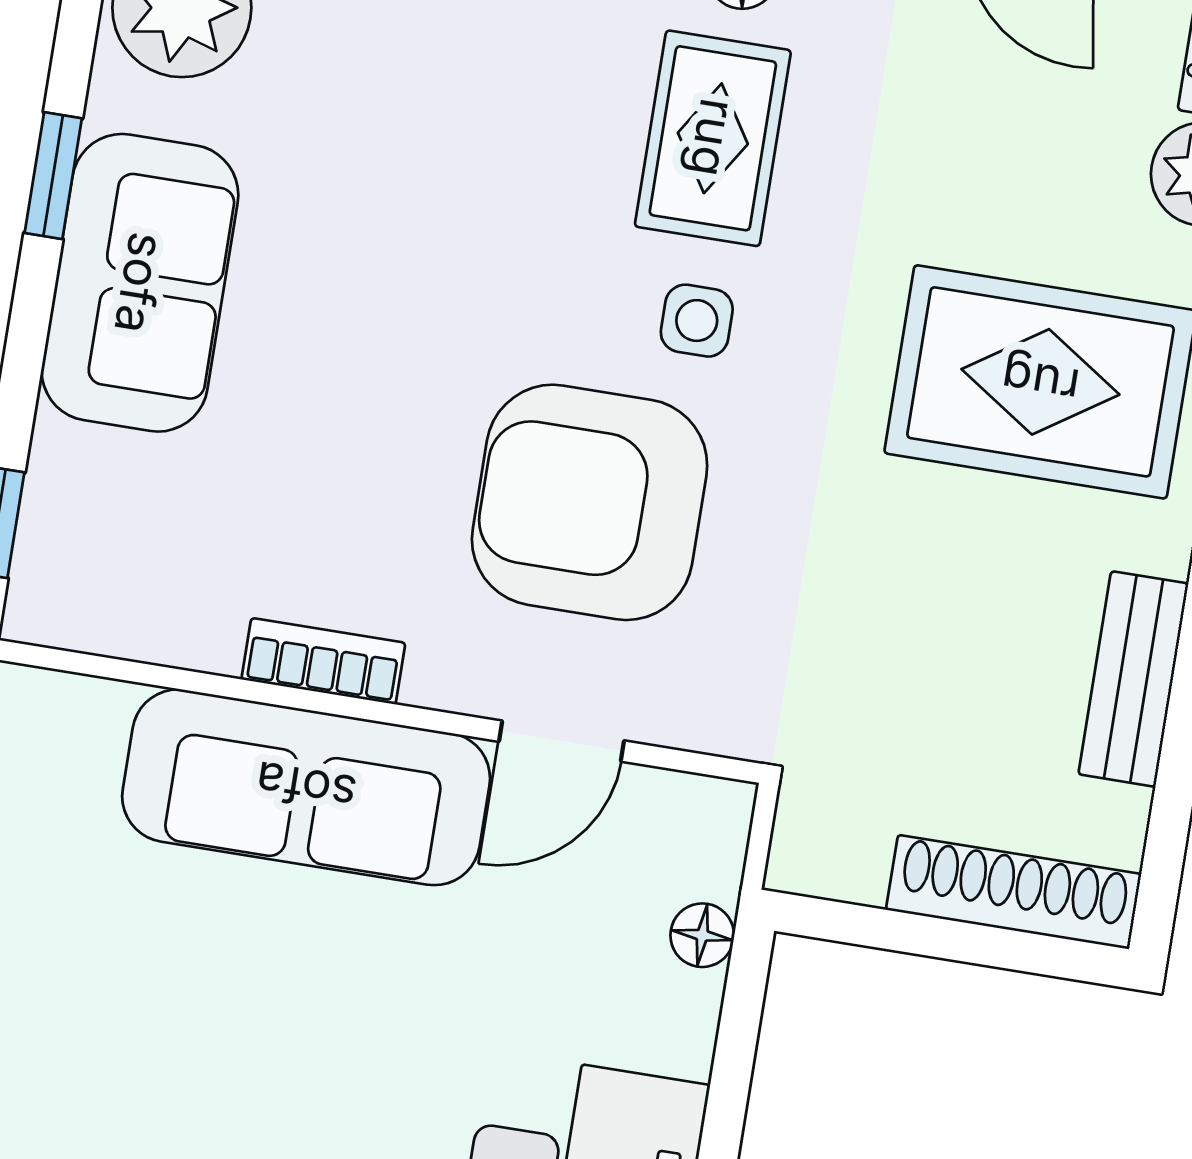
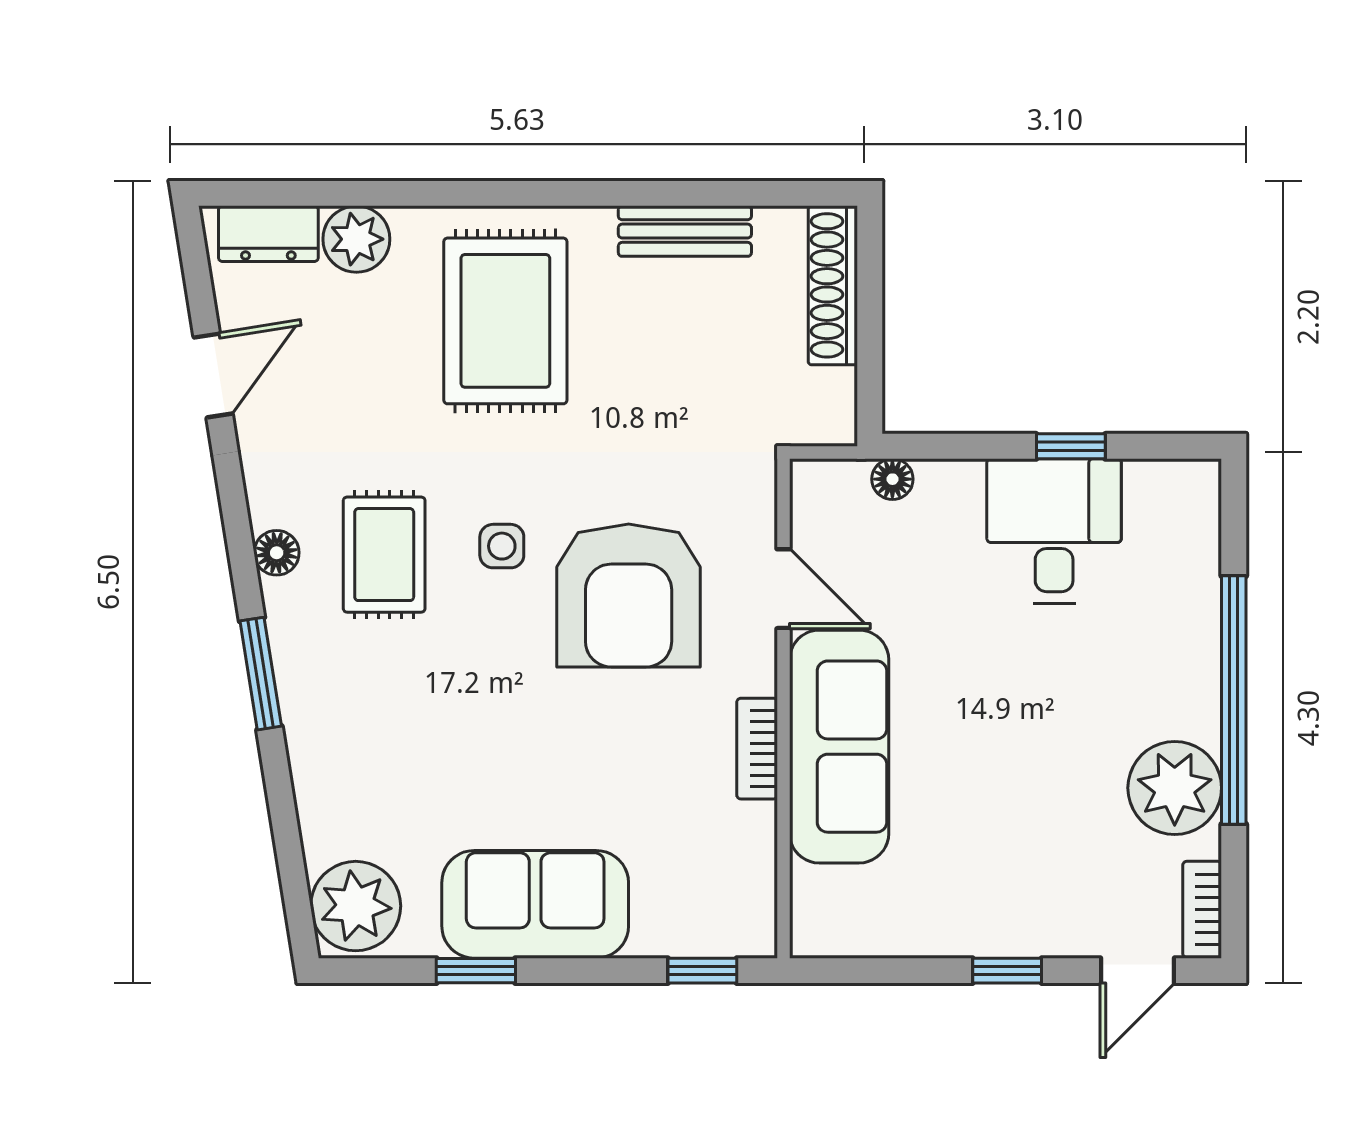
rug: (713, 138) -> (384, 555), turned 90

